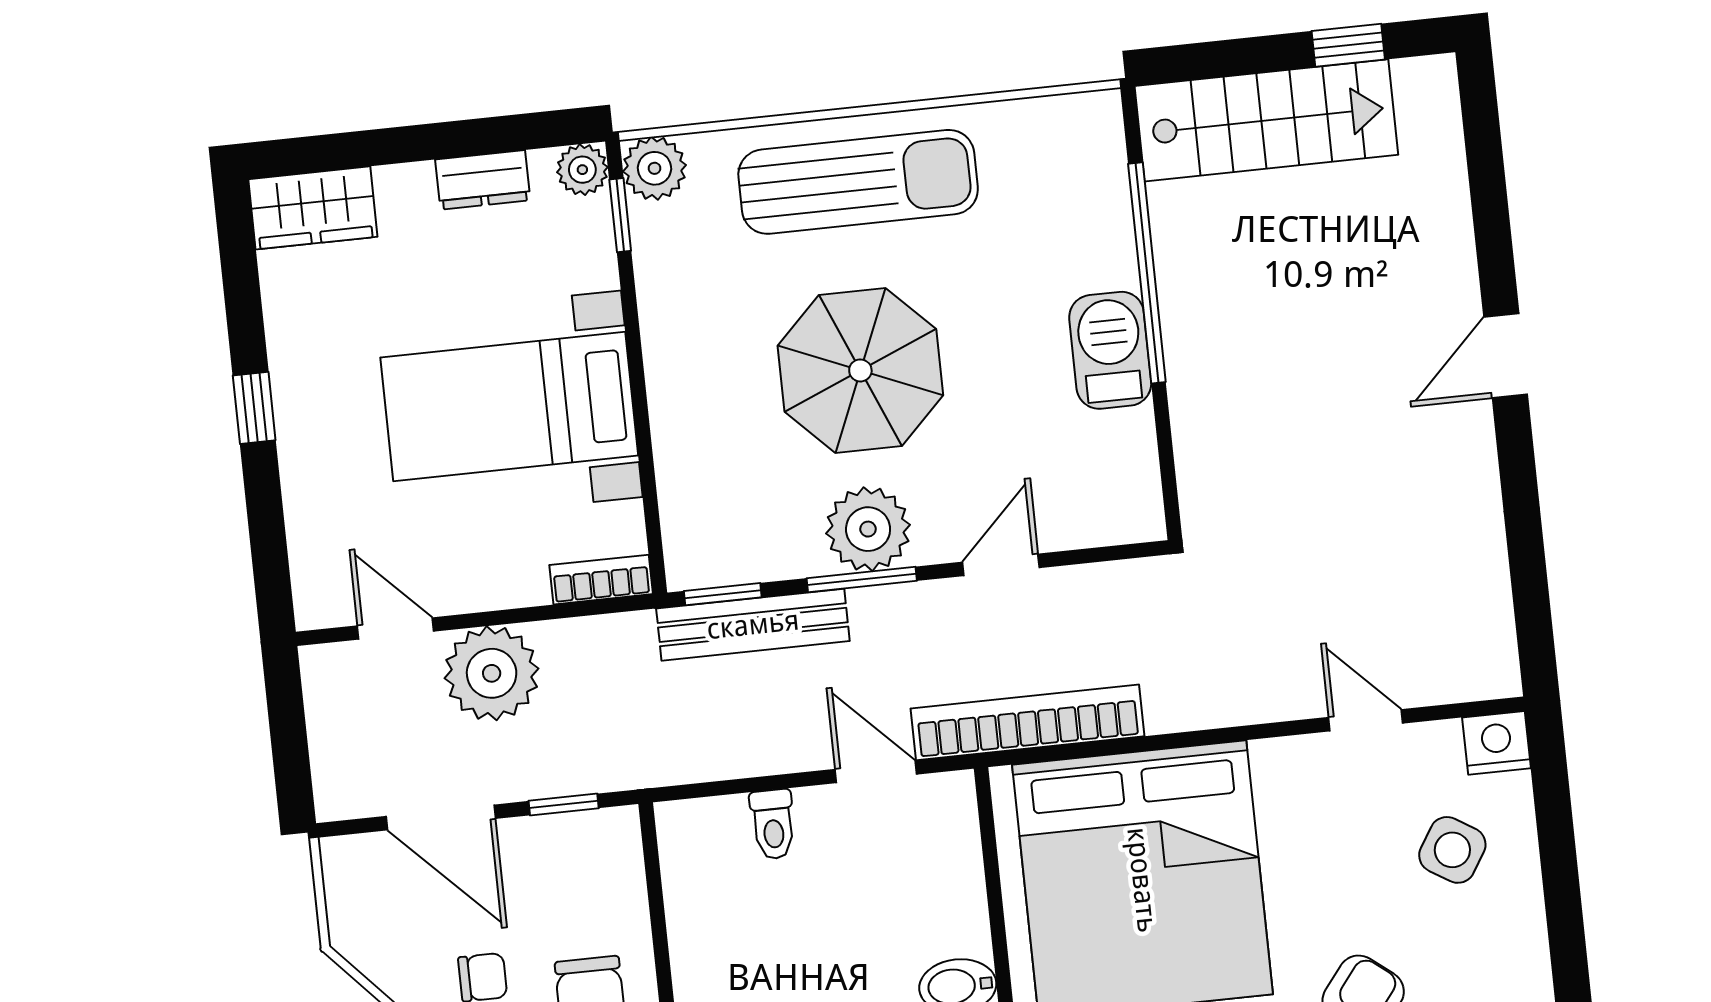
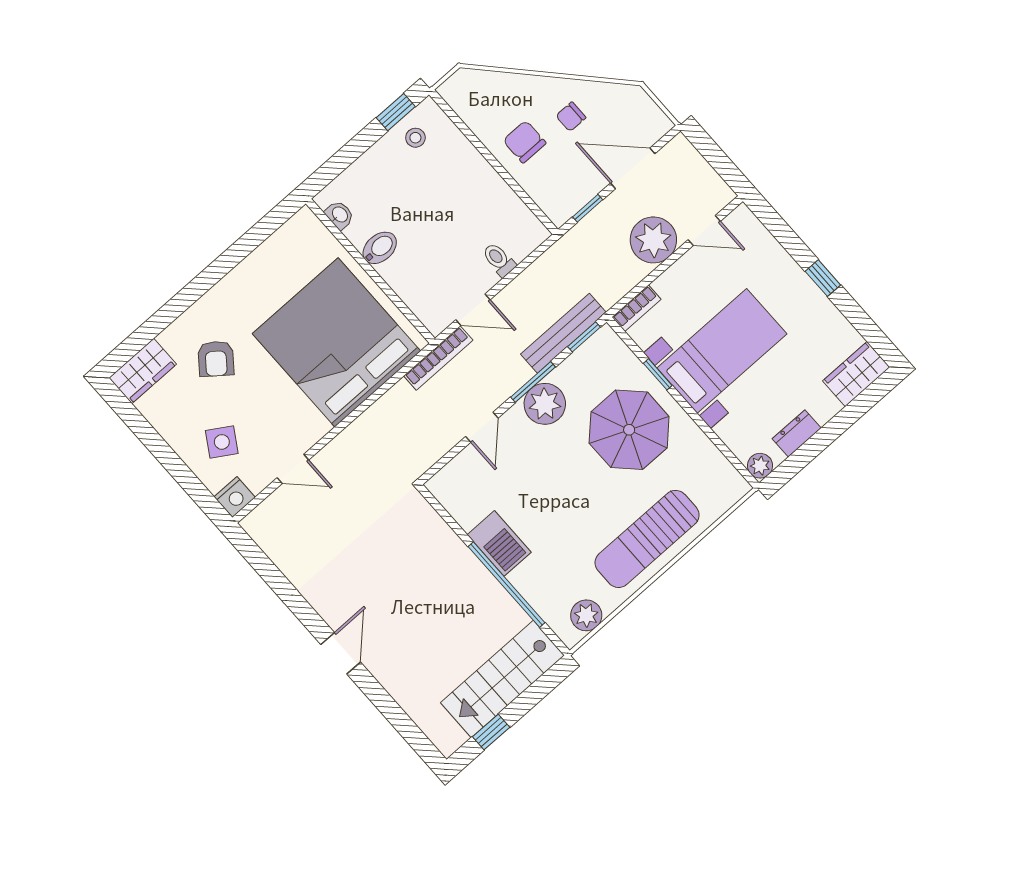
plant: (654, 168) -> (586, 615), moved
window: (620, 215) -> (658, 374), moved
parasol: (860, 370) -> (629, 430), moved
bookcase: (1027, 722) -> (438, 358), width x0.68, depth x0.76

